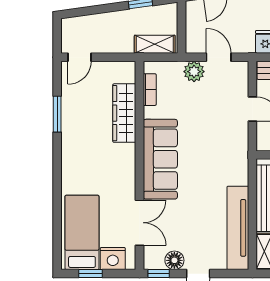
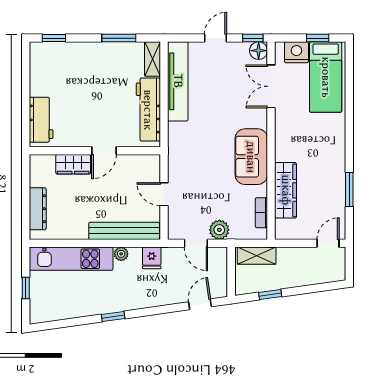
sofa: (160, 159) -> (251, 157), width x0.73
floor lamp: (174, 260) -> (259, 51), moved

